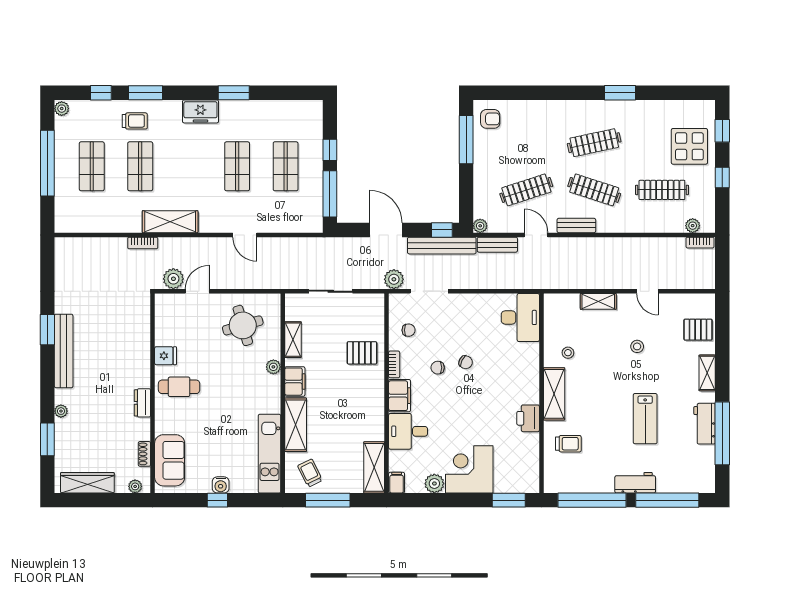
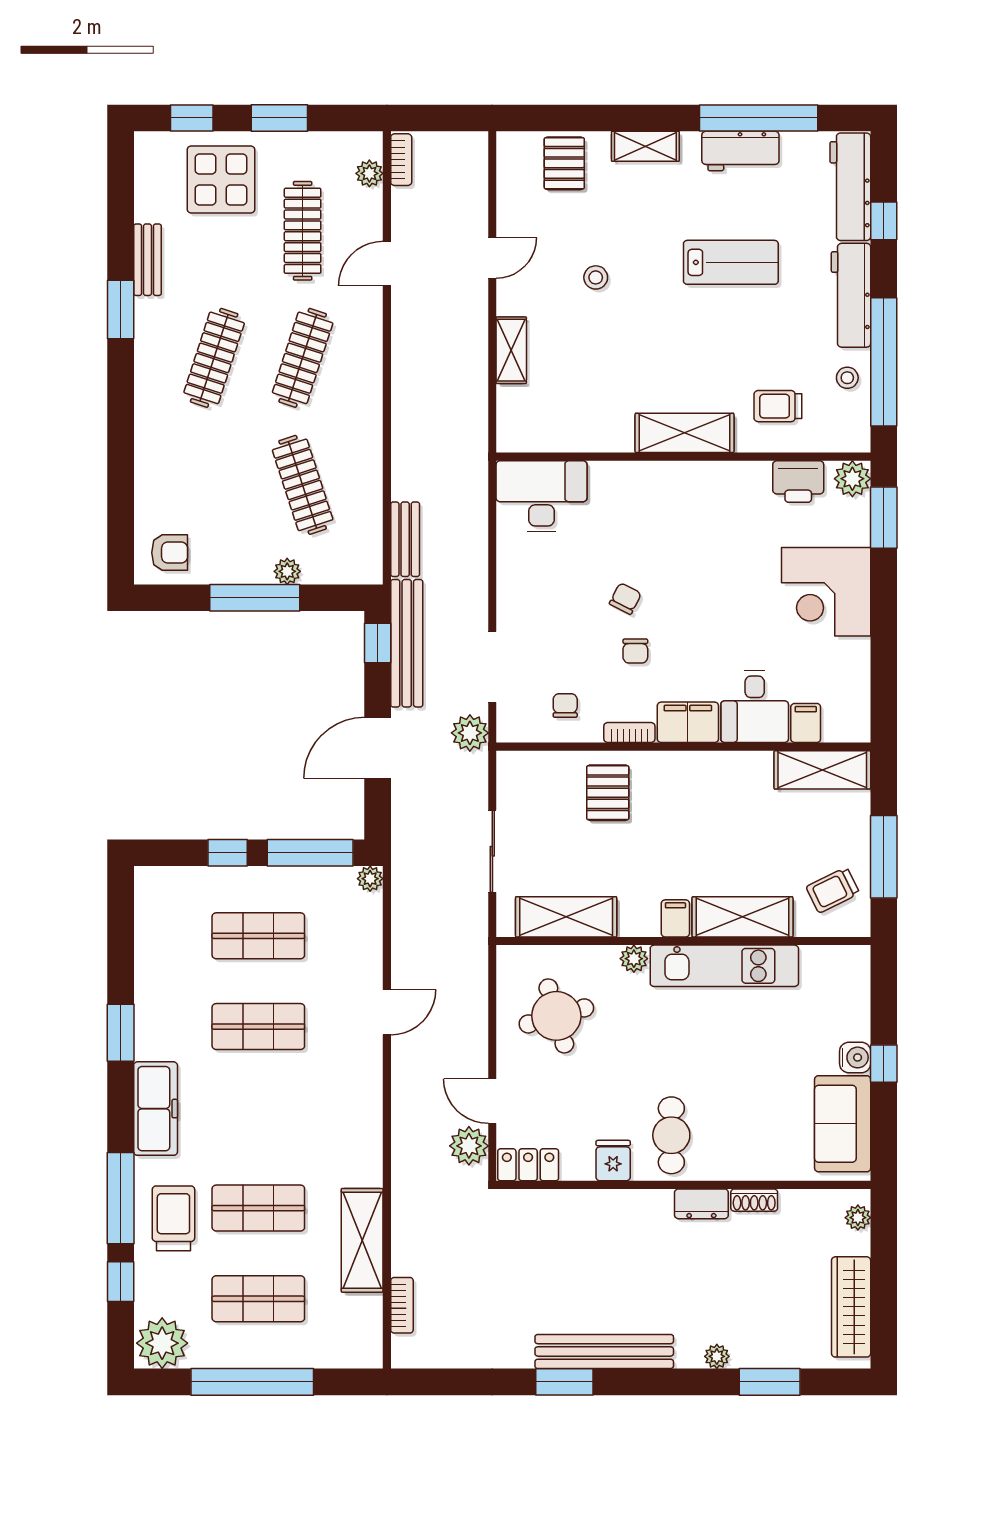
window: (145, 93) -> (121, 1198), width x1.44
plant: (62, 109) -> (162, 1343), width x1.88, depth x1.88
freezer: (200, 111) -> (156, 1109), width x1.40
armchair: (490, 119) -> (170, 553), turned 90
trolley: (135, 121) -> (173, 1218), width x1.36, depth x1.39
window: (466, 140) -> (255, 598), moved
clothes rail: (594, 143) -> (214, 358), turned 30
window: (722, 177) -> (279, 118), width x1.50
shelving: (170, 222) -> (362, 1240), moved
bench: (576, 225) -> (147, 260), moved
plant: (316, 226) -> (370, 879), added
plant: (480, 226) -> (287, 571), moved
door: (536, 235) -> (387, 264), moved
bookcase: (143, 243) -> (402, 1305), moved
locker: (163, 310) -> (528, 1165), added
shelving: (293, 340) -> (566, 917), width x1.50, depth x1.33
stool: (568, 353) -> (847, 378), moved
filing cabinet: (295, 382) -> (675, 918), width x0.50
printer: (528, 418) -> (798, 482), moved
trolley: (568, 444) -> (778, 406), turned -90
shoe rack: (144, 454) -> (754, 1200), moved
kitchen unit: (270, 454) -> (724, 966), moved
sofa: (170, 460) -> (843, 1124), moved, turned -90
workbench: (686, 482) -> (850, 187), added
filing cabinet: (397, 483) -> (806, 723), moved, turned 90
plant: (434, 483) -> (852, 479), moved
workbench: (635, 483) -> (851, 295), width x1.37
window: (667, 500) -> (884, 221), width x0.32

